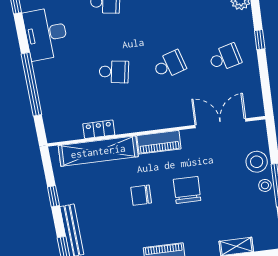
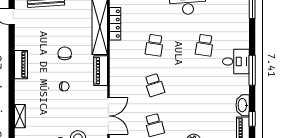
locker: (99, 129) -> (115, 24), width x1.53
chair: (187, 190) -> (64, 86), width x0.54, depth x0.54

